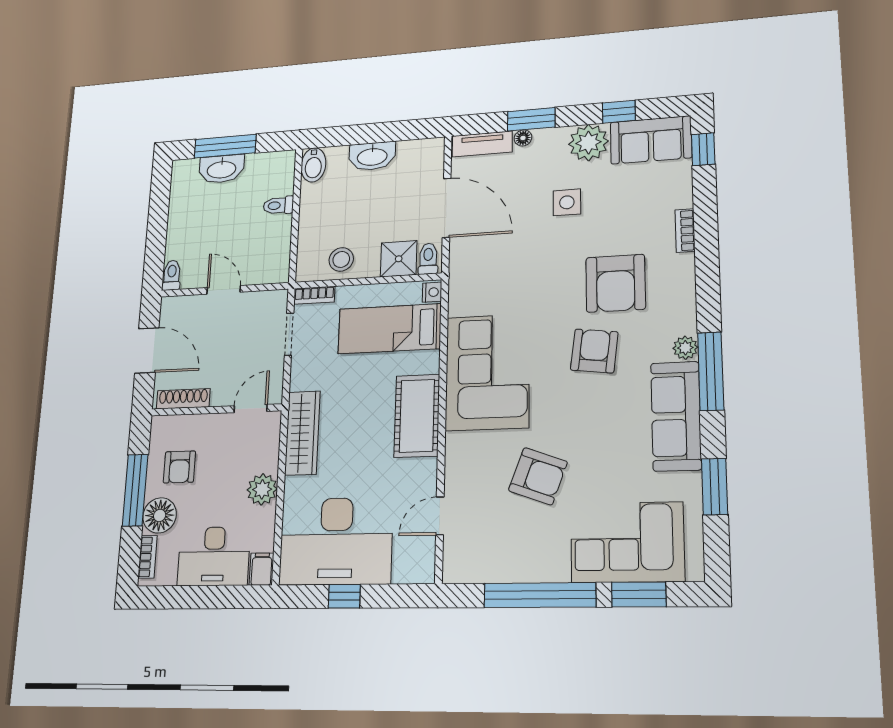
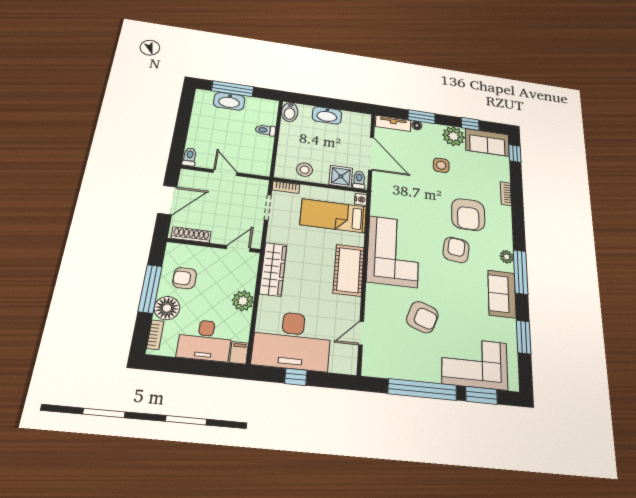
door: (147, 350) -> (167, 200), hinge flipped
sofa: (676, 416) -> (502, 294), width x0.73
armchair: (179, 467) -> (185, 278), turned 90

